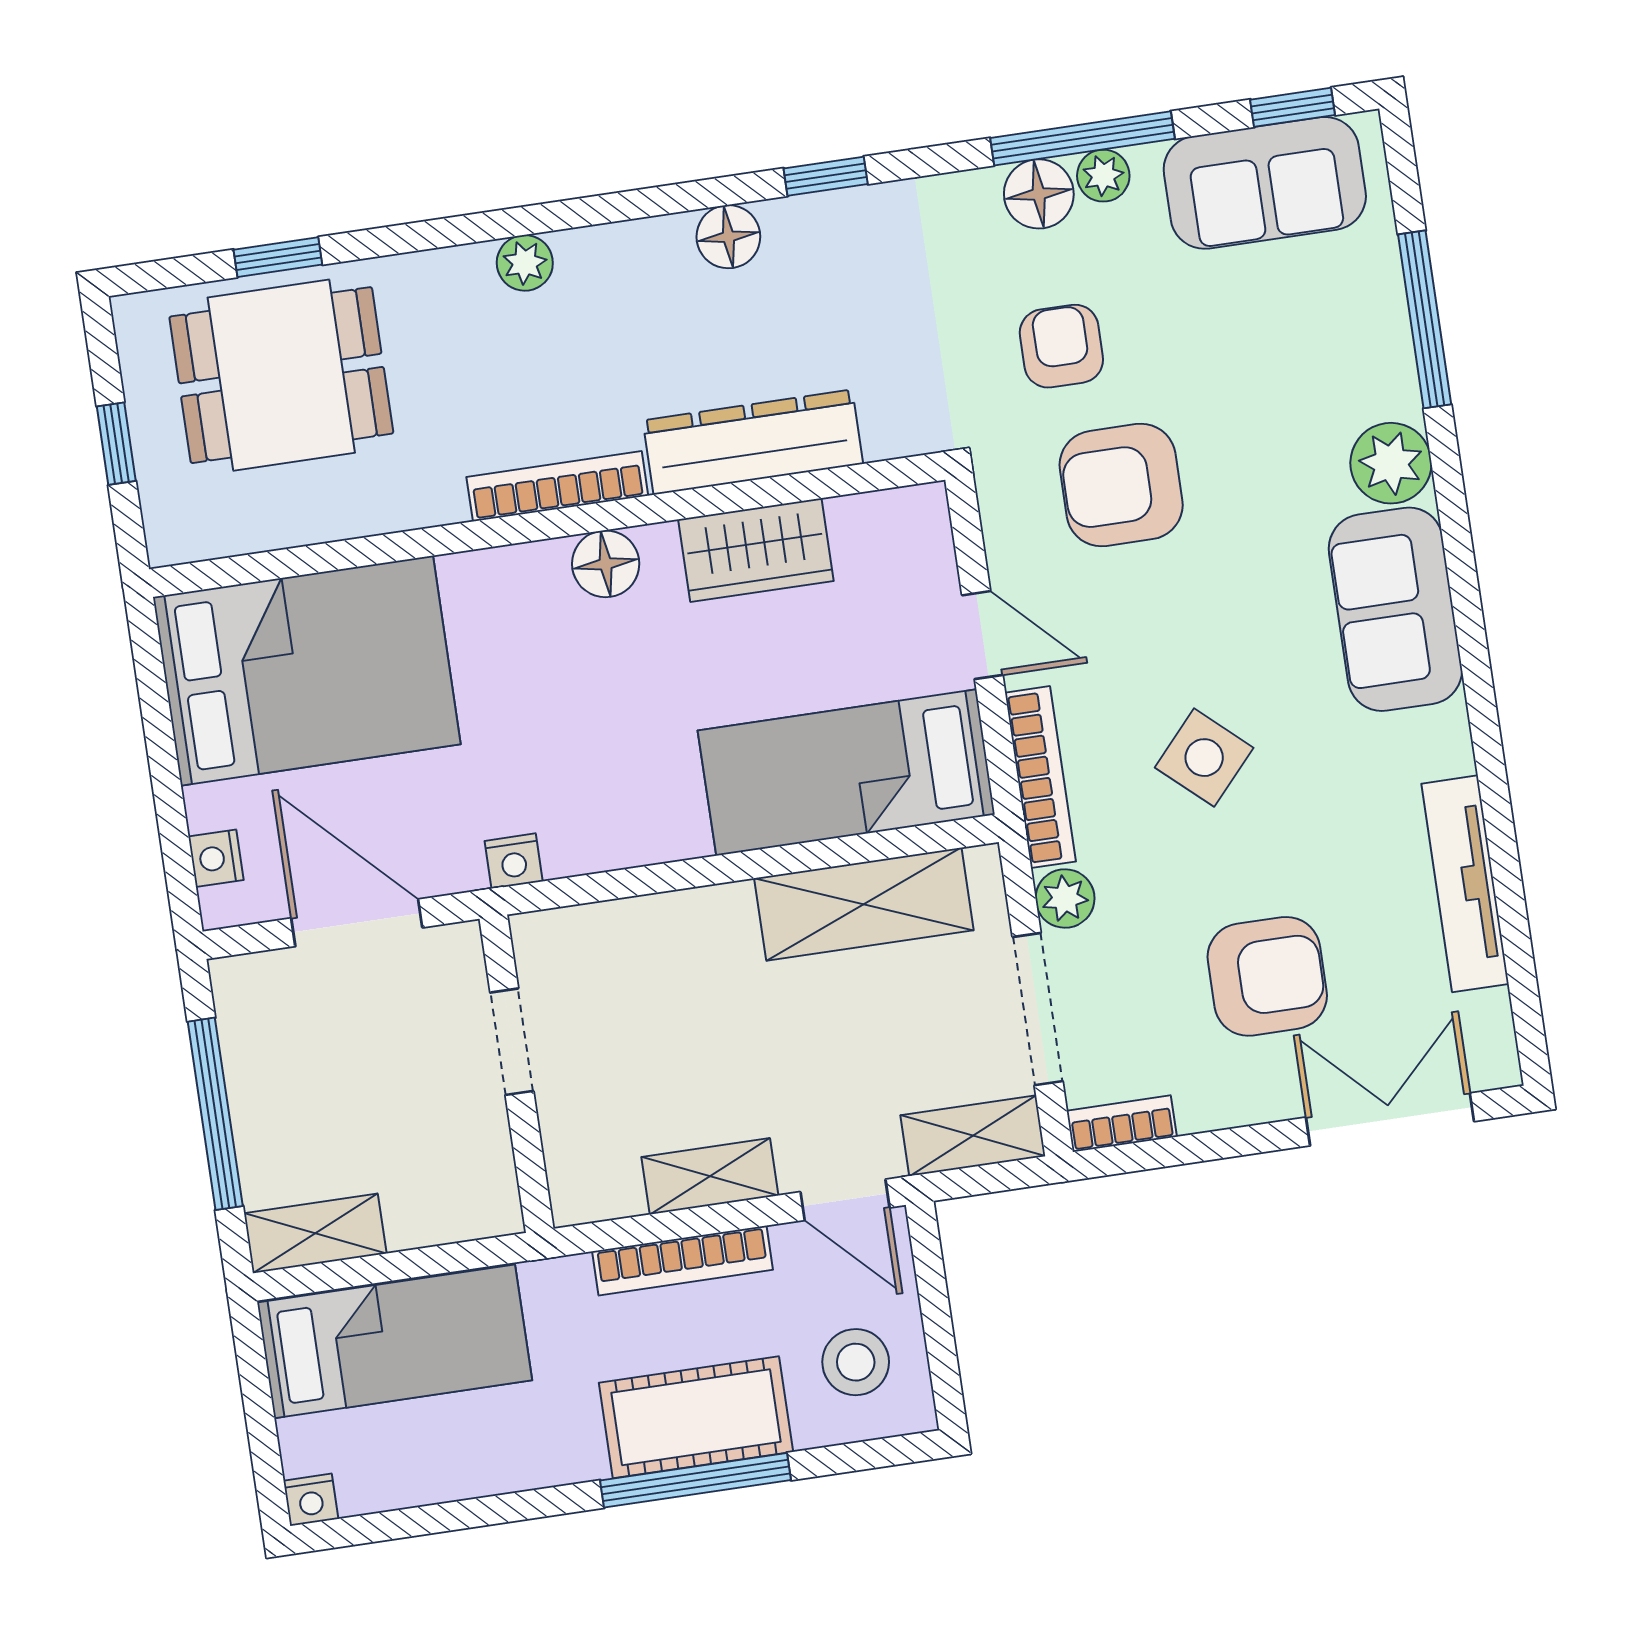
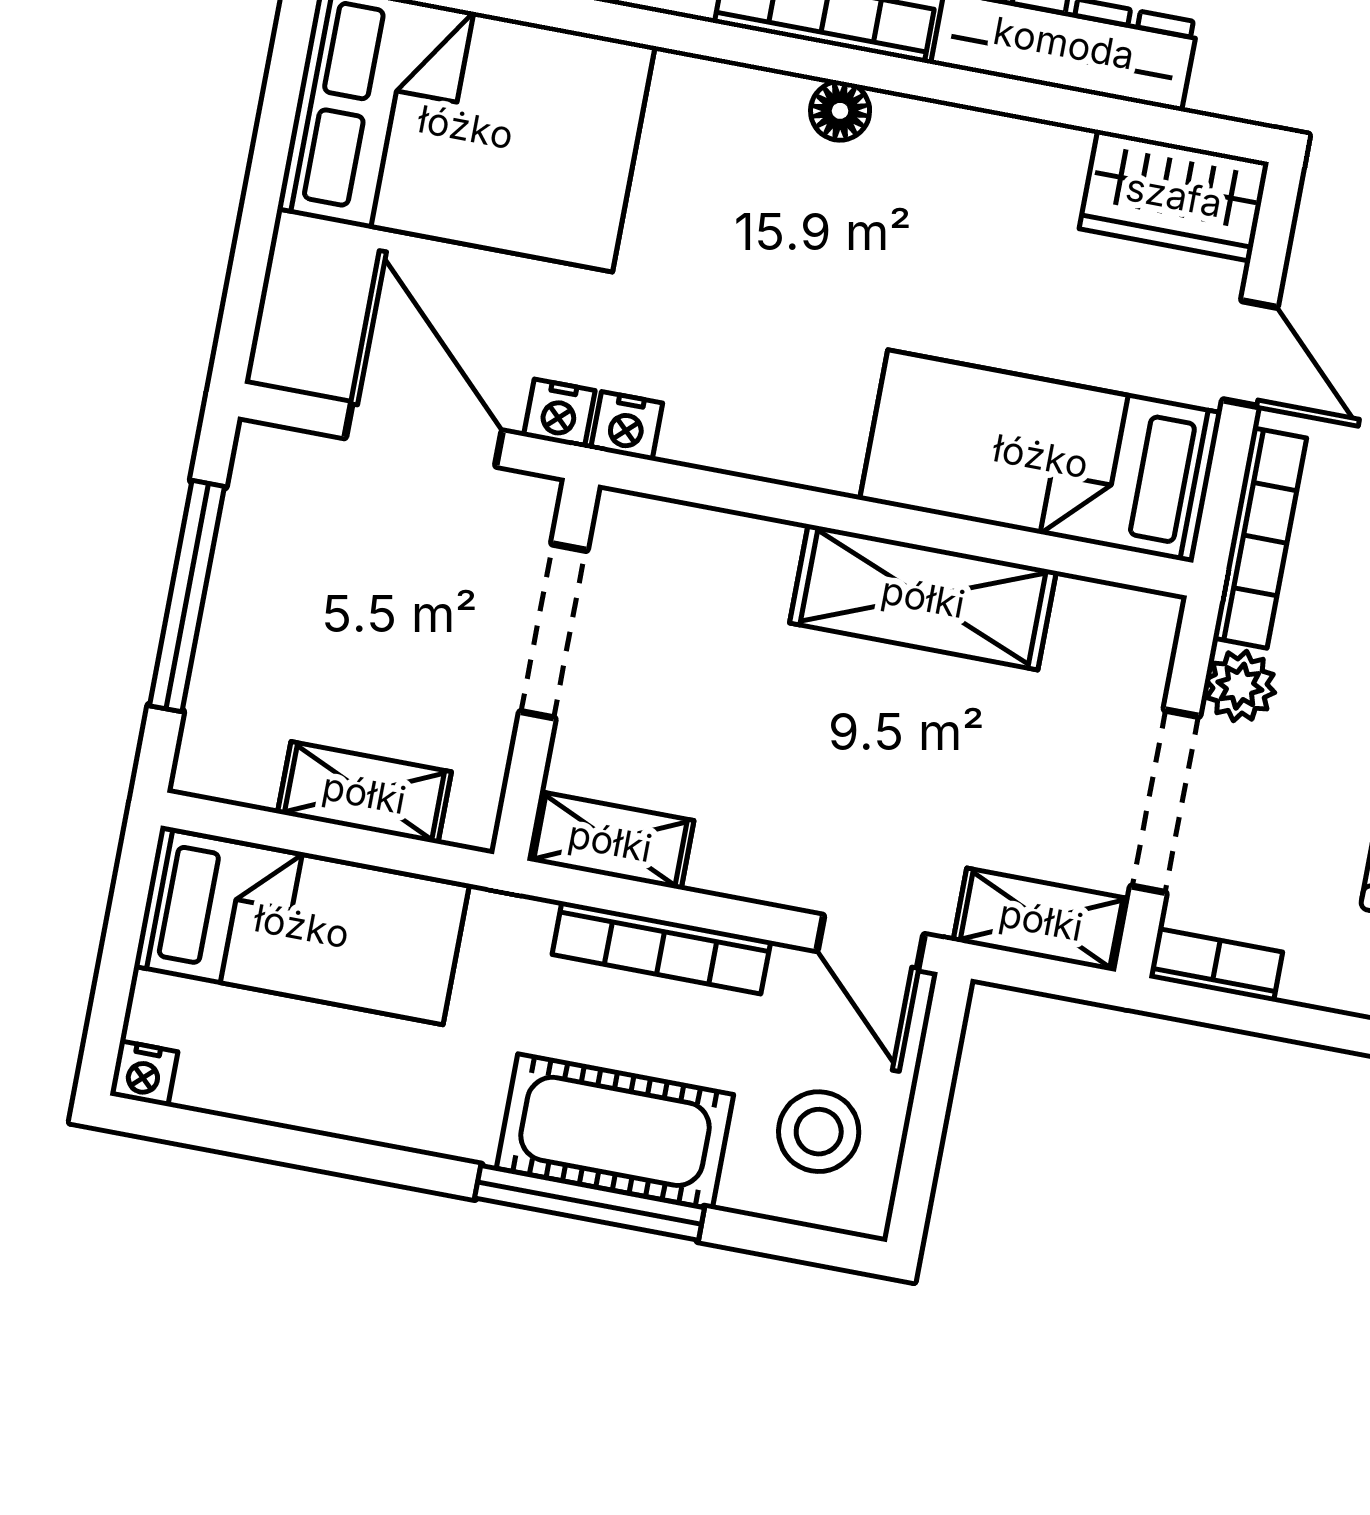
wardrobe: (756, 550) -> (1174, 195), moved
floor lamp: (606, 564) -> (840, 111), width x0.73, depth x0.73
nightstand: (216, 858) -> (559, 413), moved, turned -90
shelving: (864, 904) -> (923, 597), moved
doorway: (512, 1042) -> (553, 631), width x1.38
shelving: (710, 1176) -> (610, 841), moved
shelving: (315, 1233) -> (364, 793), moved

